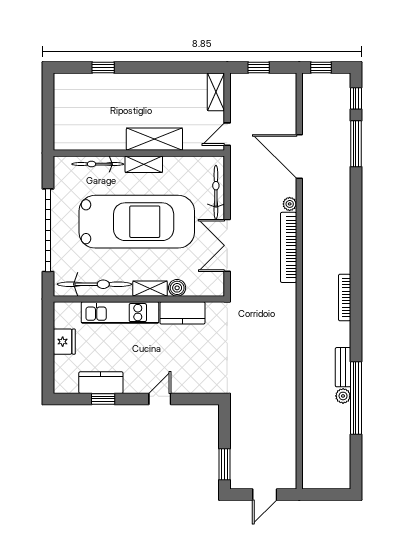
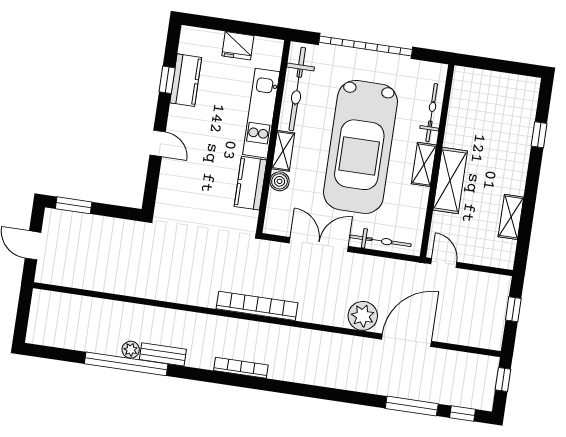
shelving: (216, 92) -> (511, 217), moved, turned 90
plant: (290, 204) -> (363, 316), width x1.88, depth x1.88
bookcase: (289, 247) -> (257, 306), moved

